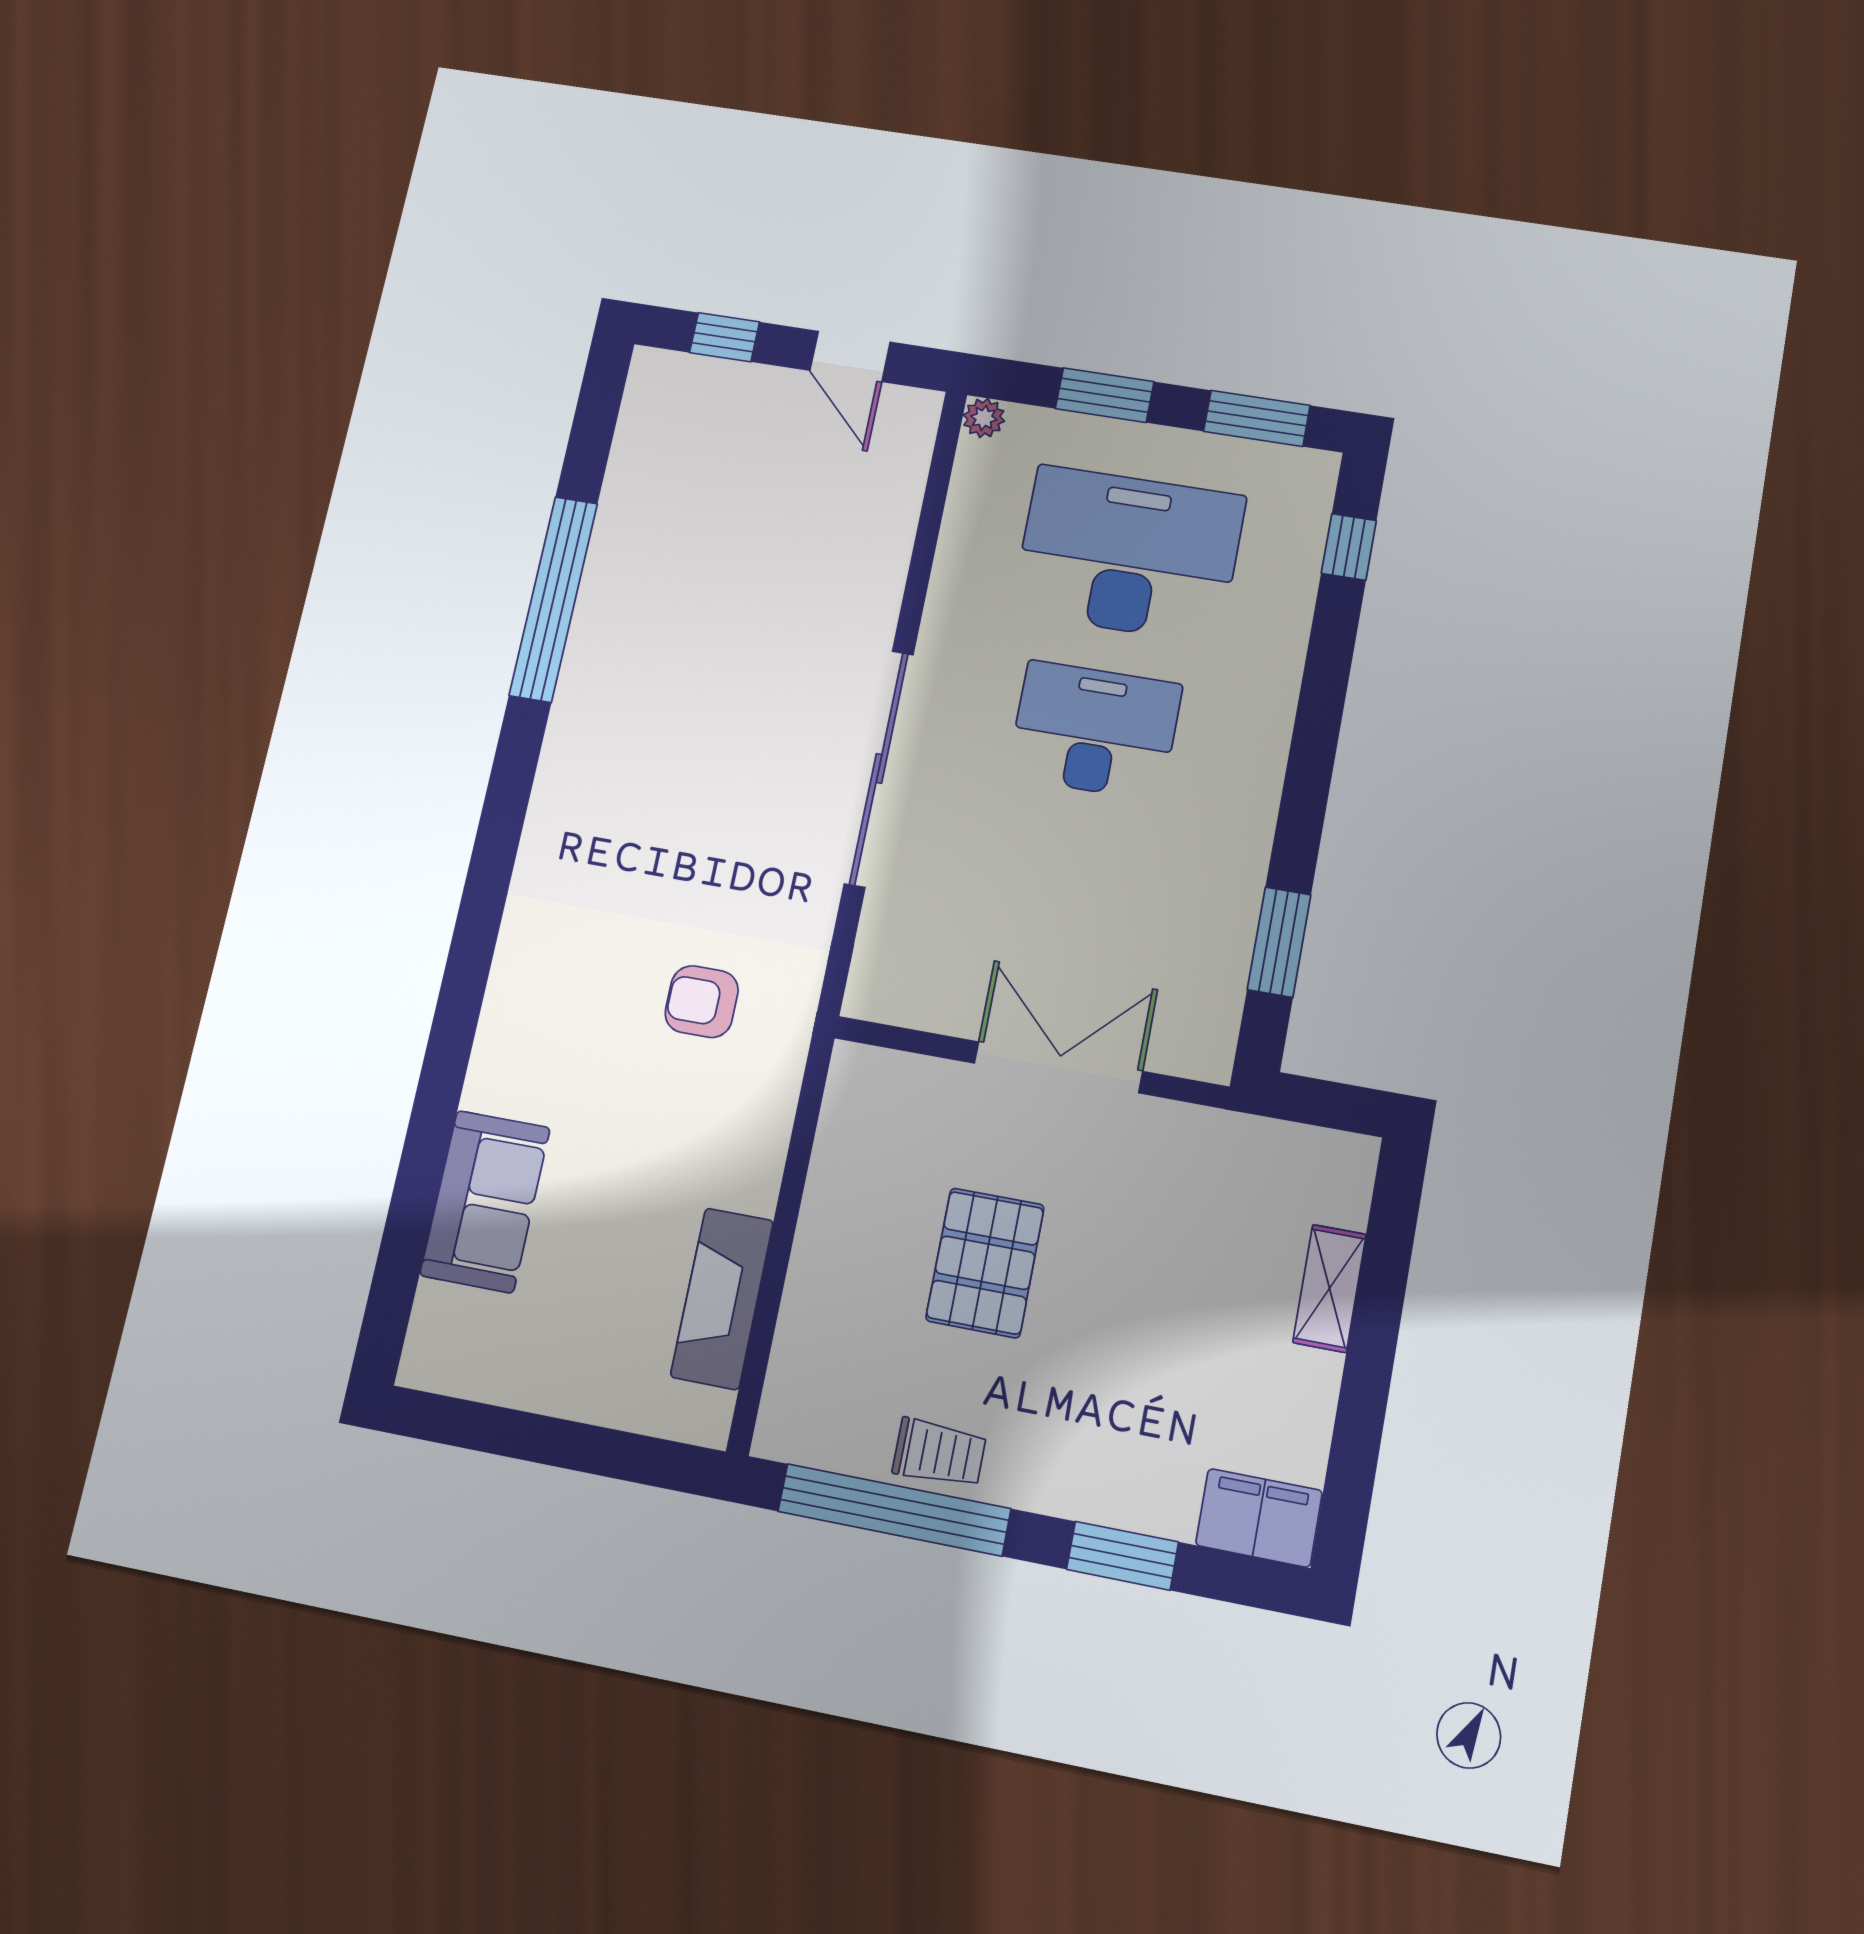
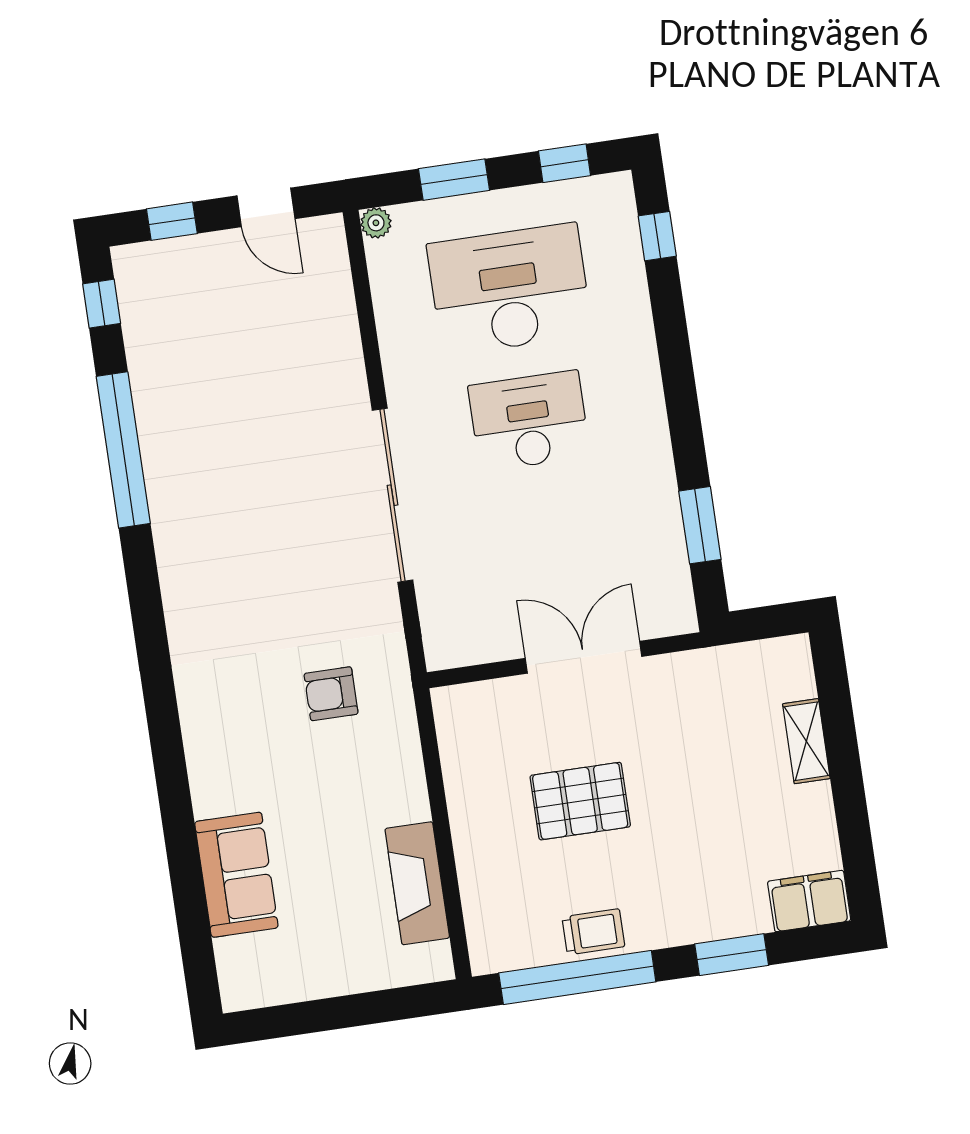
window: (597, 410) -> (102, 304), added
window: (1257, 418) -> (565, 163), width x0.67
pallet: (985, 1263) -> (580, 801), turned 90

